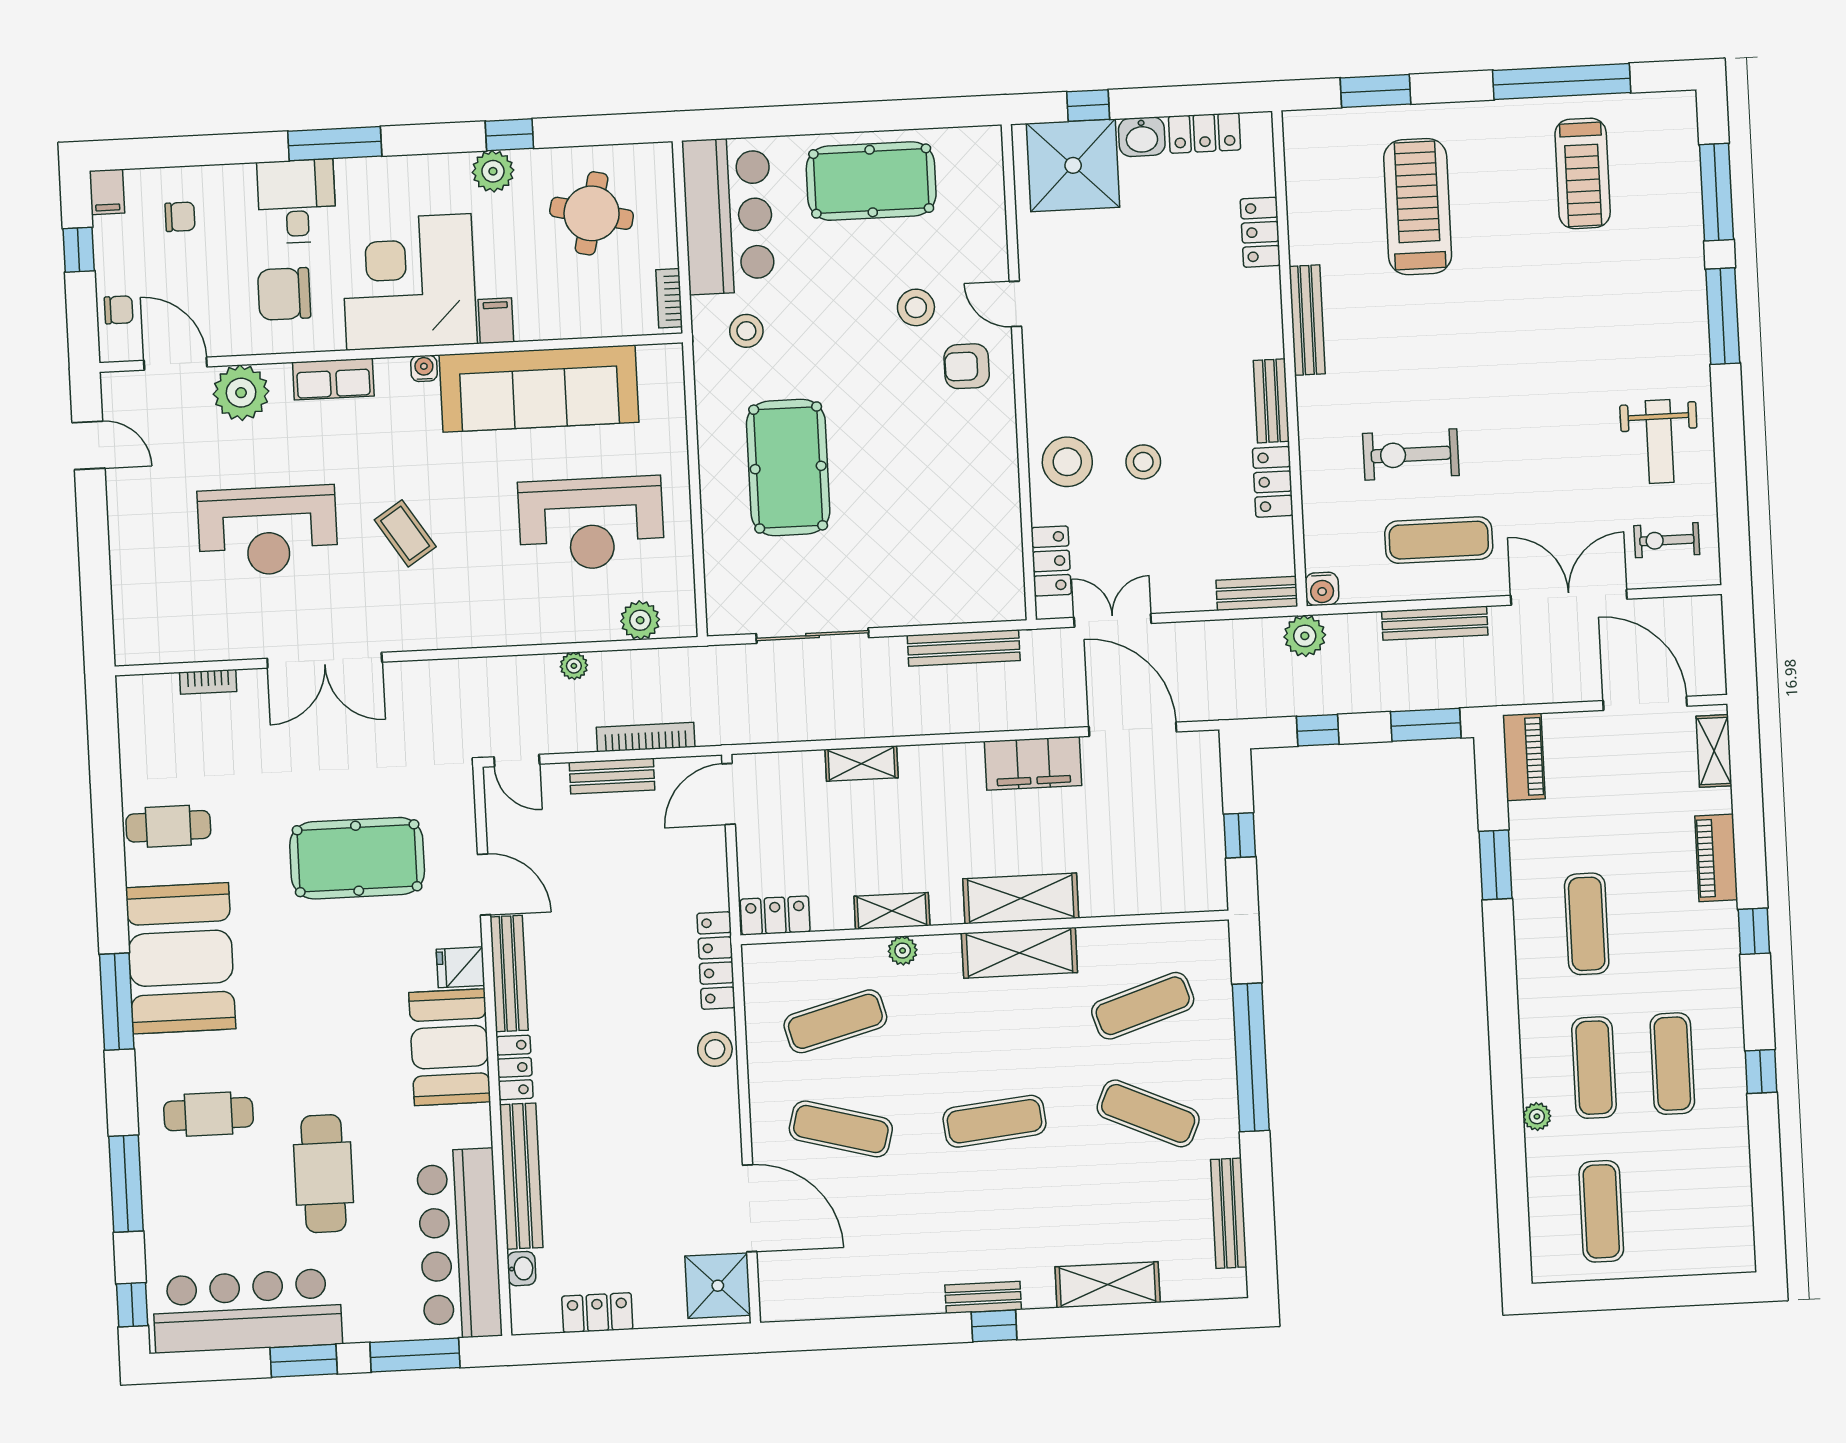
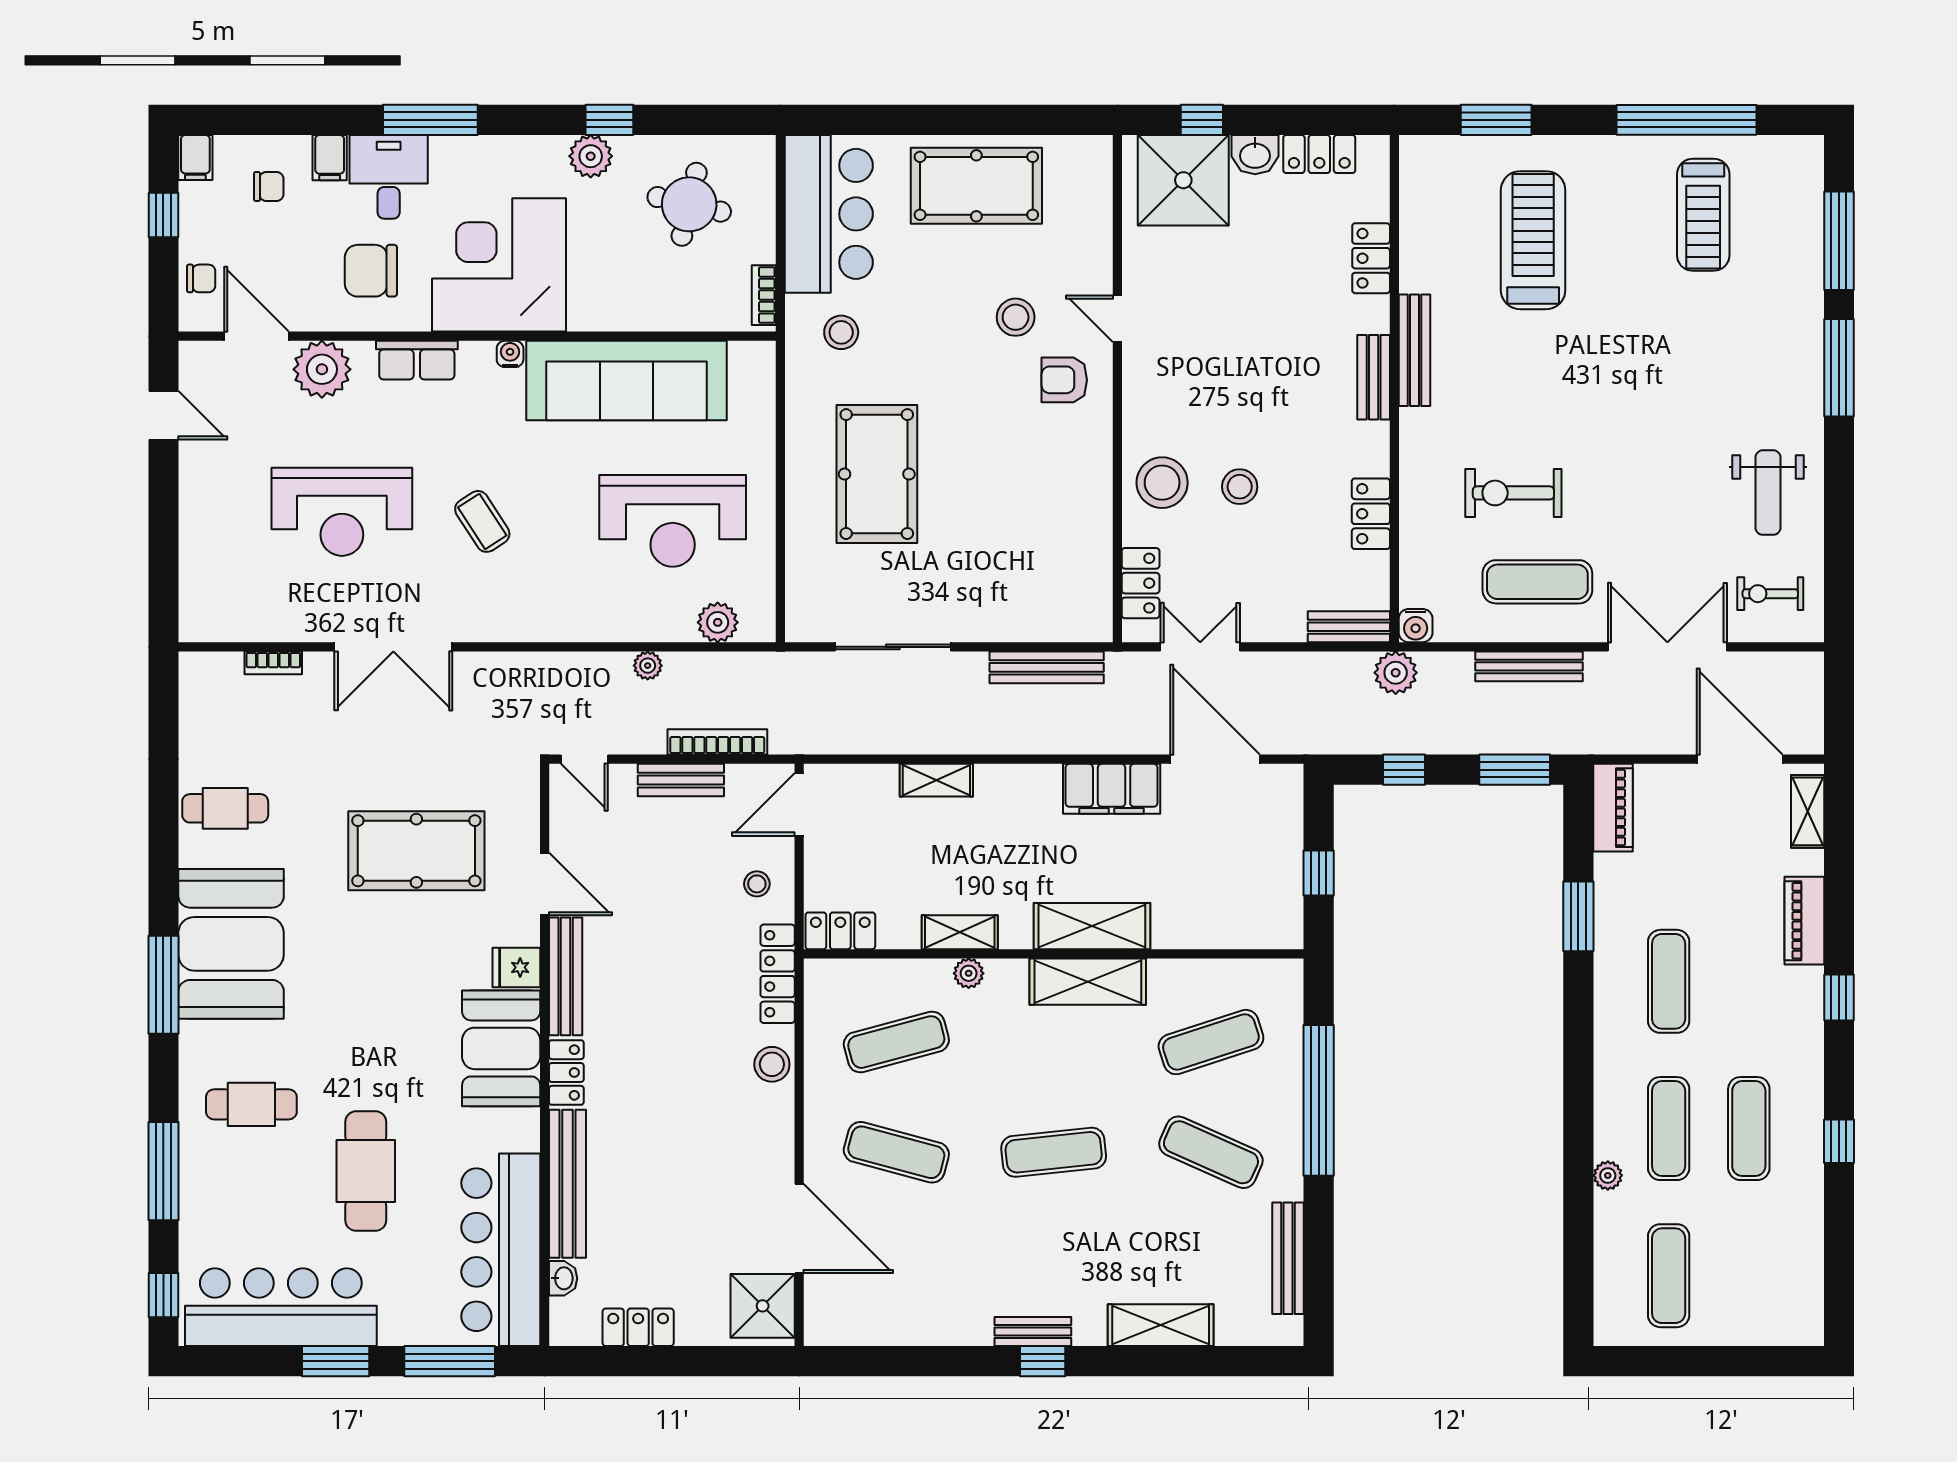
filing cabinet: (496, 321) -> (330, 158), moved, turned 180
bench: (1271, 401) -> (1374, 377), moved
stool: (691, 874) -> (757, 884), added

